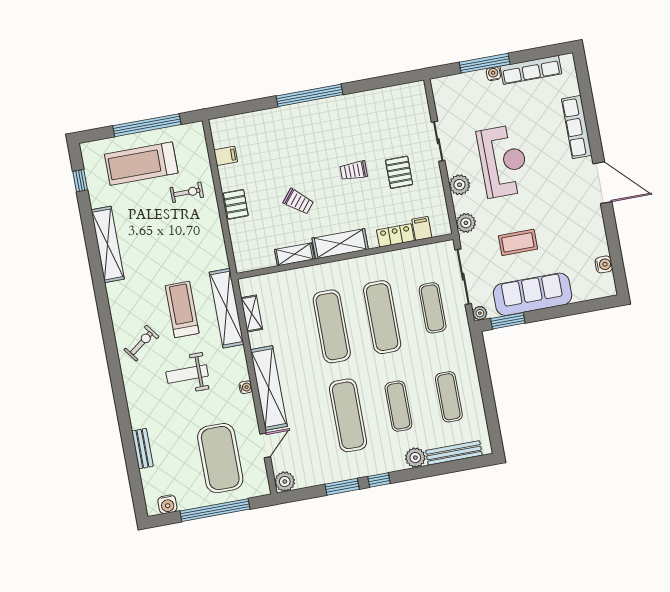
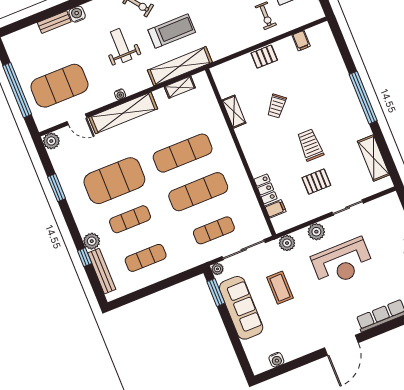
trolley: (354, 171) -> (310, 145), width x1.36, depth x1.39
shelving: (340, 244) -> (373, 158), moved
exercise mat: (348, 415) -> (114, 181), width x1.47
window: (379, 480) -> (85, 257), moved
water cooler: (167, 504) -> (77, 14), moved, turned 90

